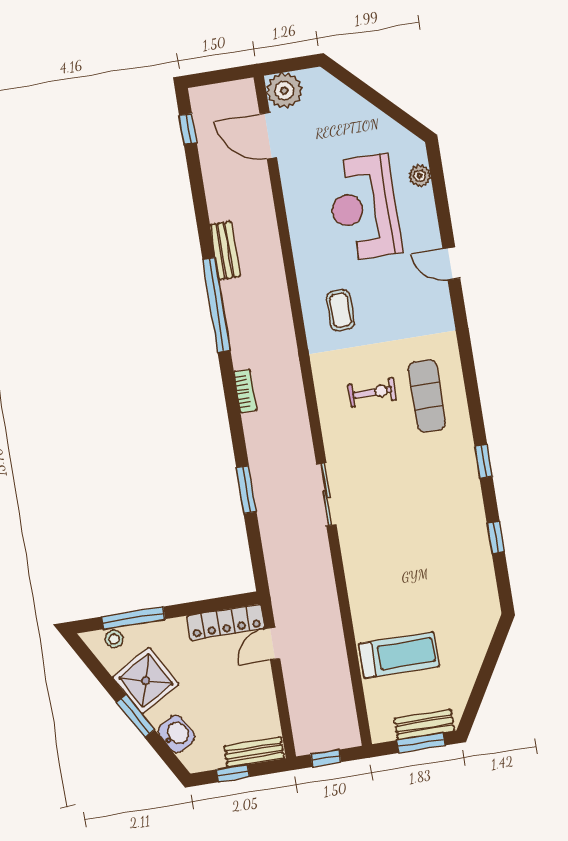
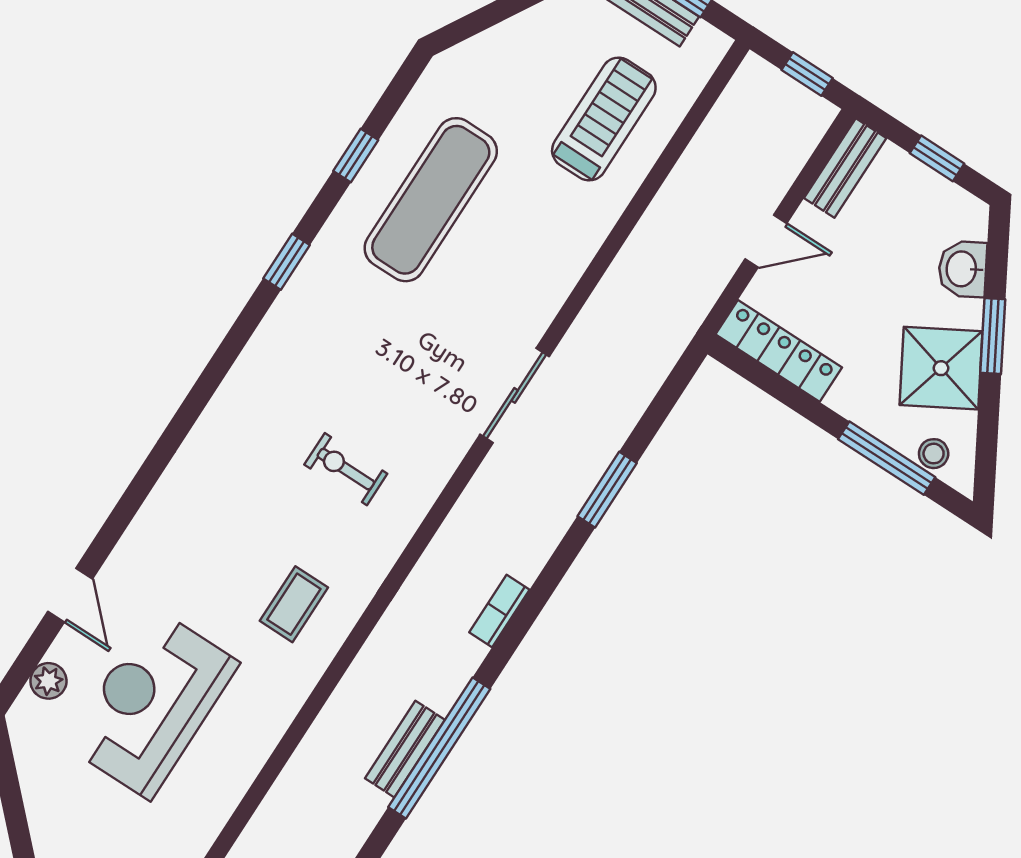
reception desk: (364, 208) -> (152, 704), turned 180
bench: (225, 251) -> (405, 749), moved
door: (451, 263) -> (70, 595), moved
exercise mat: (427, 396) -> (431, 200), moved, width x1.36, depth x1.45
door: (273, 643) -> (766, 241), moved
treadmill: (399, 655) -> (604, 119), turned 90
bench: (254, 752) -> (845, 168), moved, turned 90

